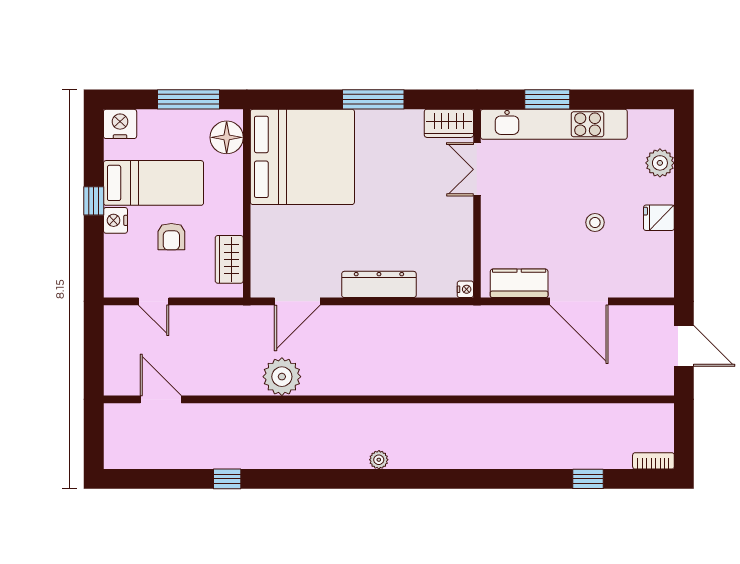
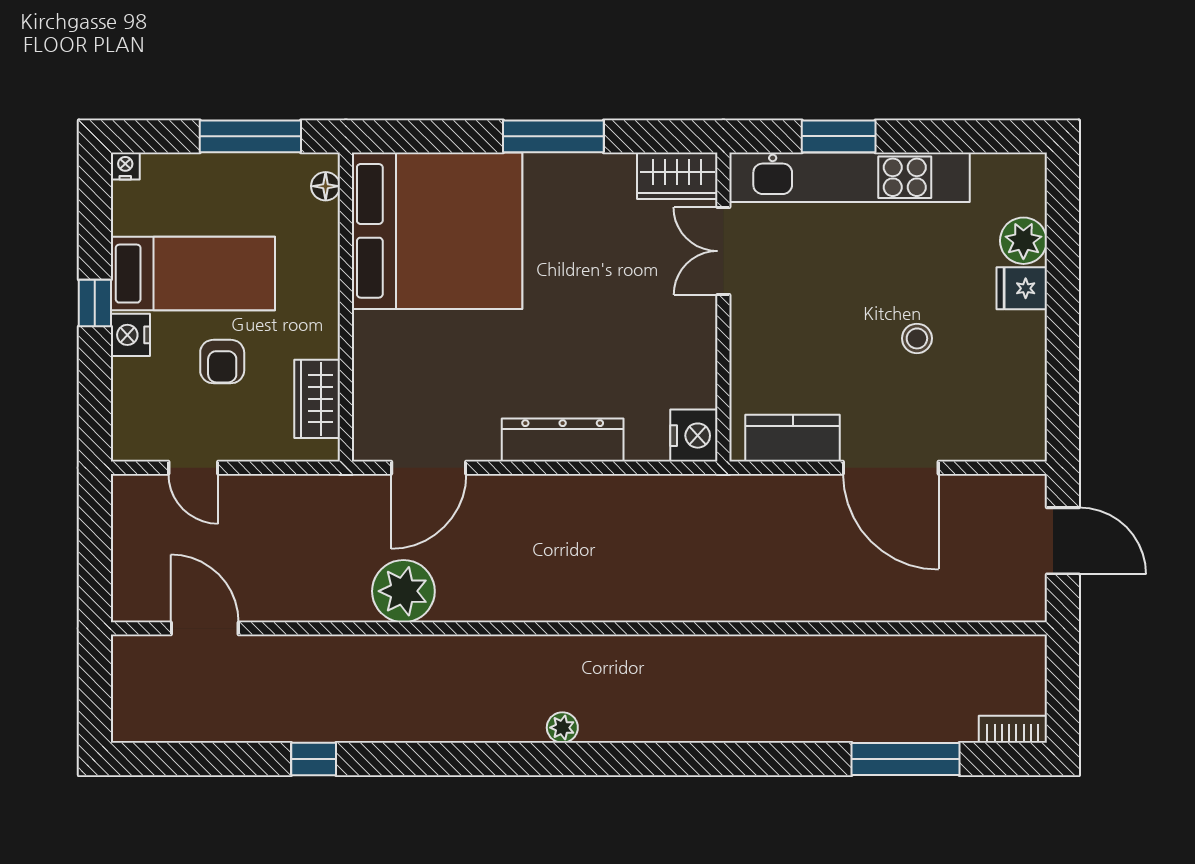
nightstand: (120, 124) -> (125, 166), width x0.53, depth x0.56
floor lamp: (227, 137) -> (326, 186), width x0.53, depth x0.53
fridge: (659, 218) -> (1022, 288), moved
nightstand: (465, 289) -> (694, 436), width x1.89, depth x1.79
window: (588, 479) -> (906, 759), width x2.17

